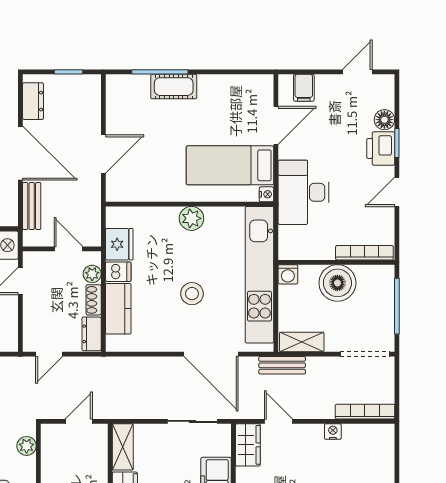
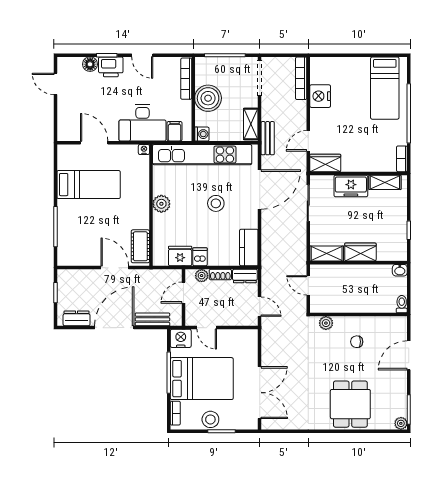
cot: (174, 87) -> (140, 246), moved
filing cabinet: (304, 88) -> (175, 131), moved, turned -90
bed: (230, 165) -> (89, 185), moved, turned -90
kitchen counter: (118, 309) -> (249, 248), moved, turned -90
nightstand: (333, 432) -> (320, 96), width x1.89, depth x1.79

